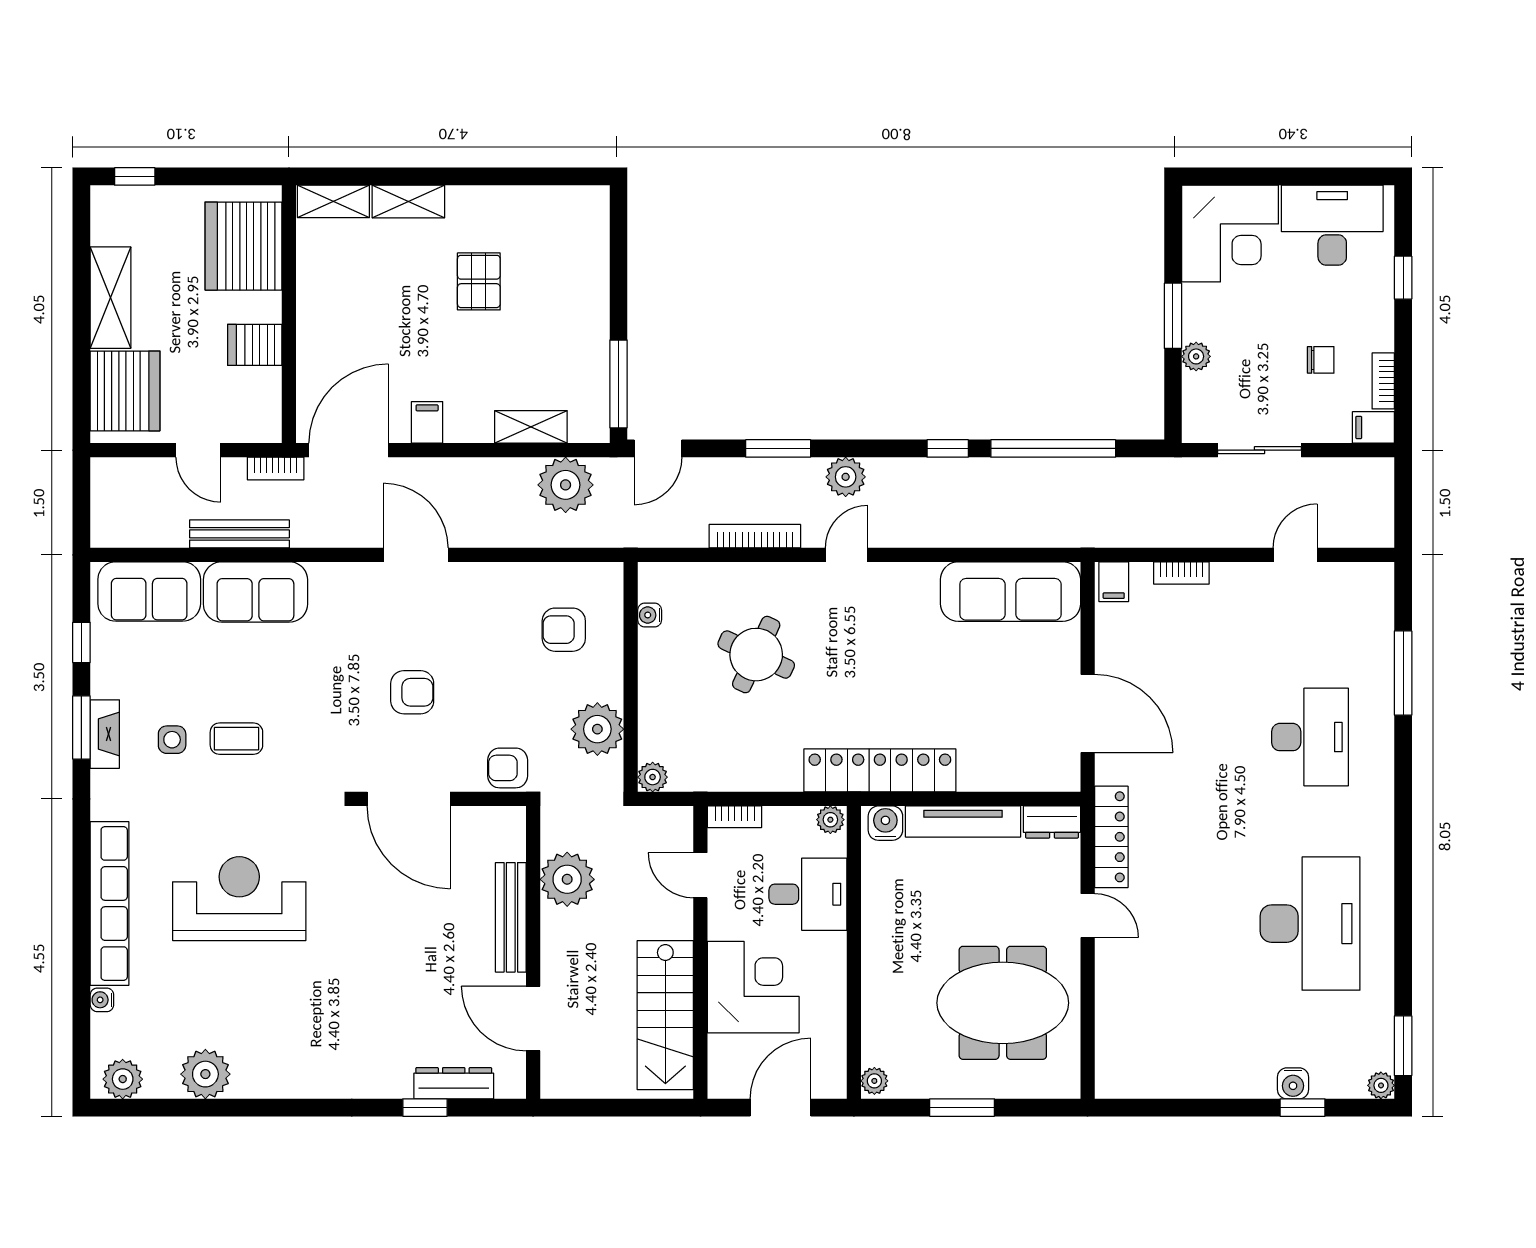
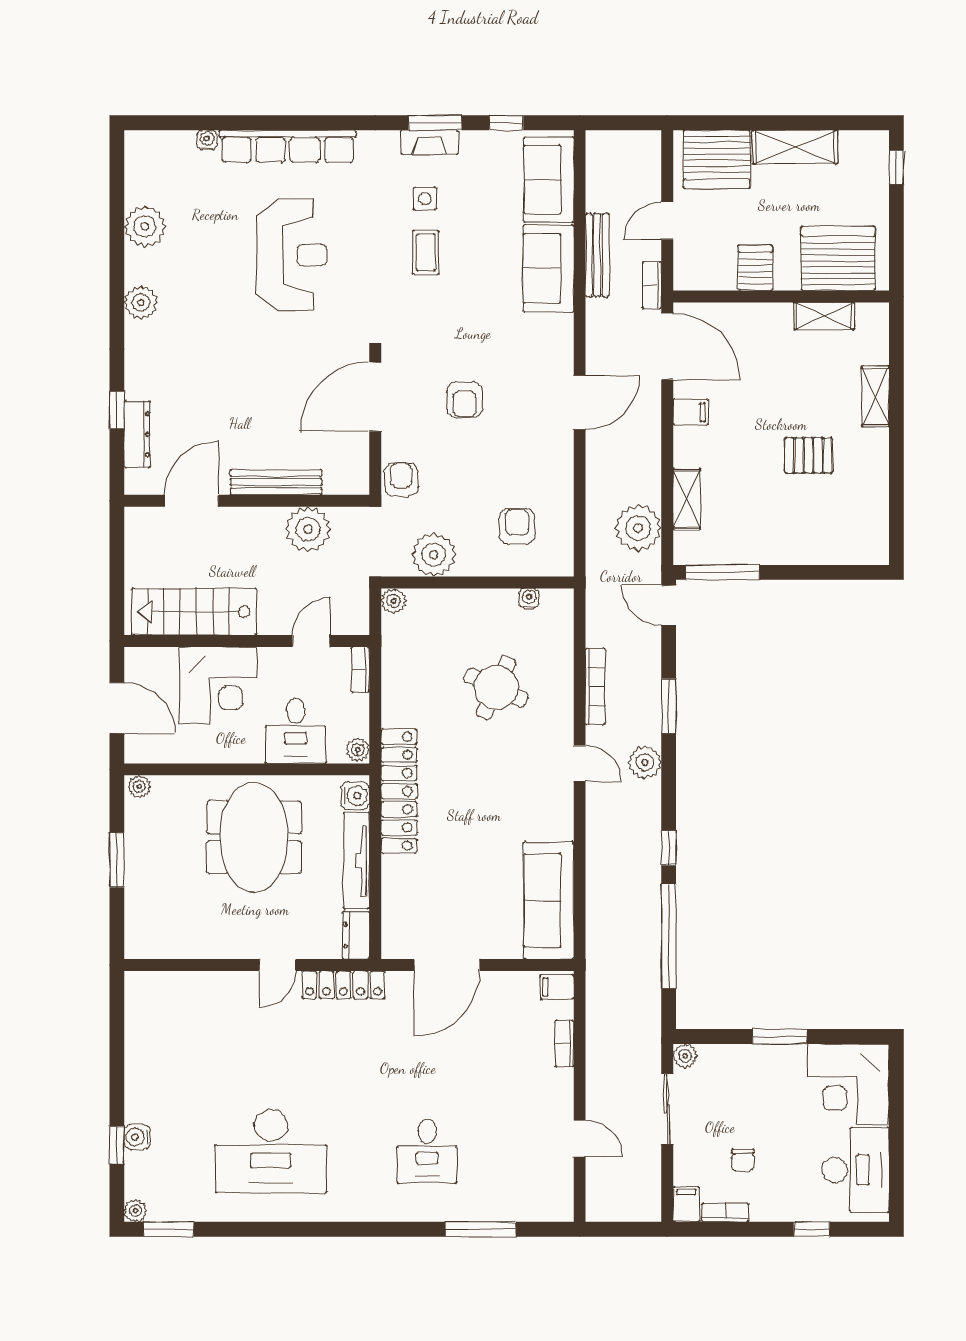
shelving: (333, 201) -> (824, 316), moved, turned 90
plant: (1196, 356) -> (685, 1056), moved
desk: (1310, 737) -> (427, 1151), width x0.73
meeting table: (1003, 1003) -> (254, 837), moved
plant: (123, 1079) -> (141, 303), moved

